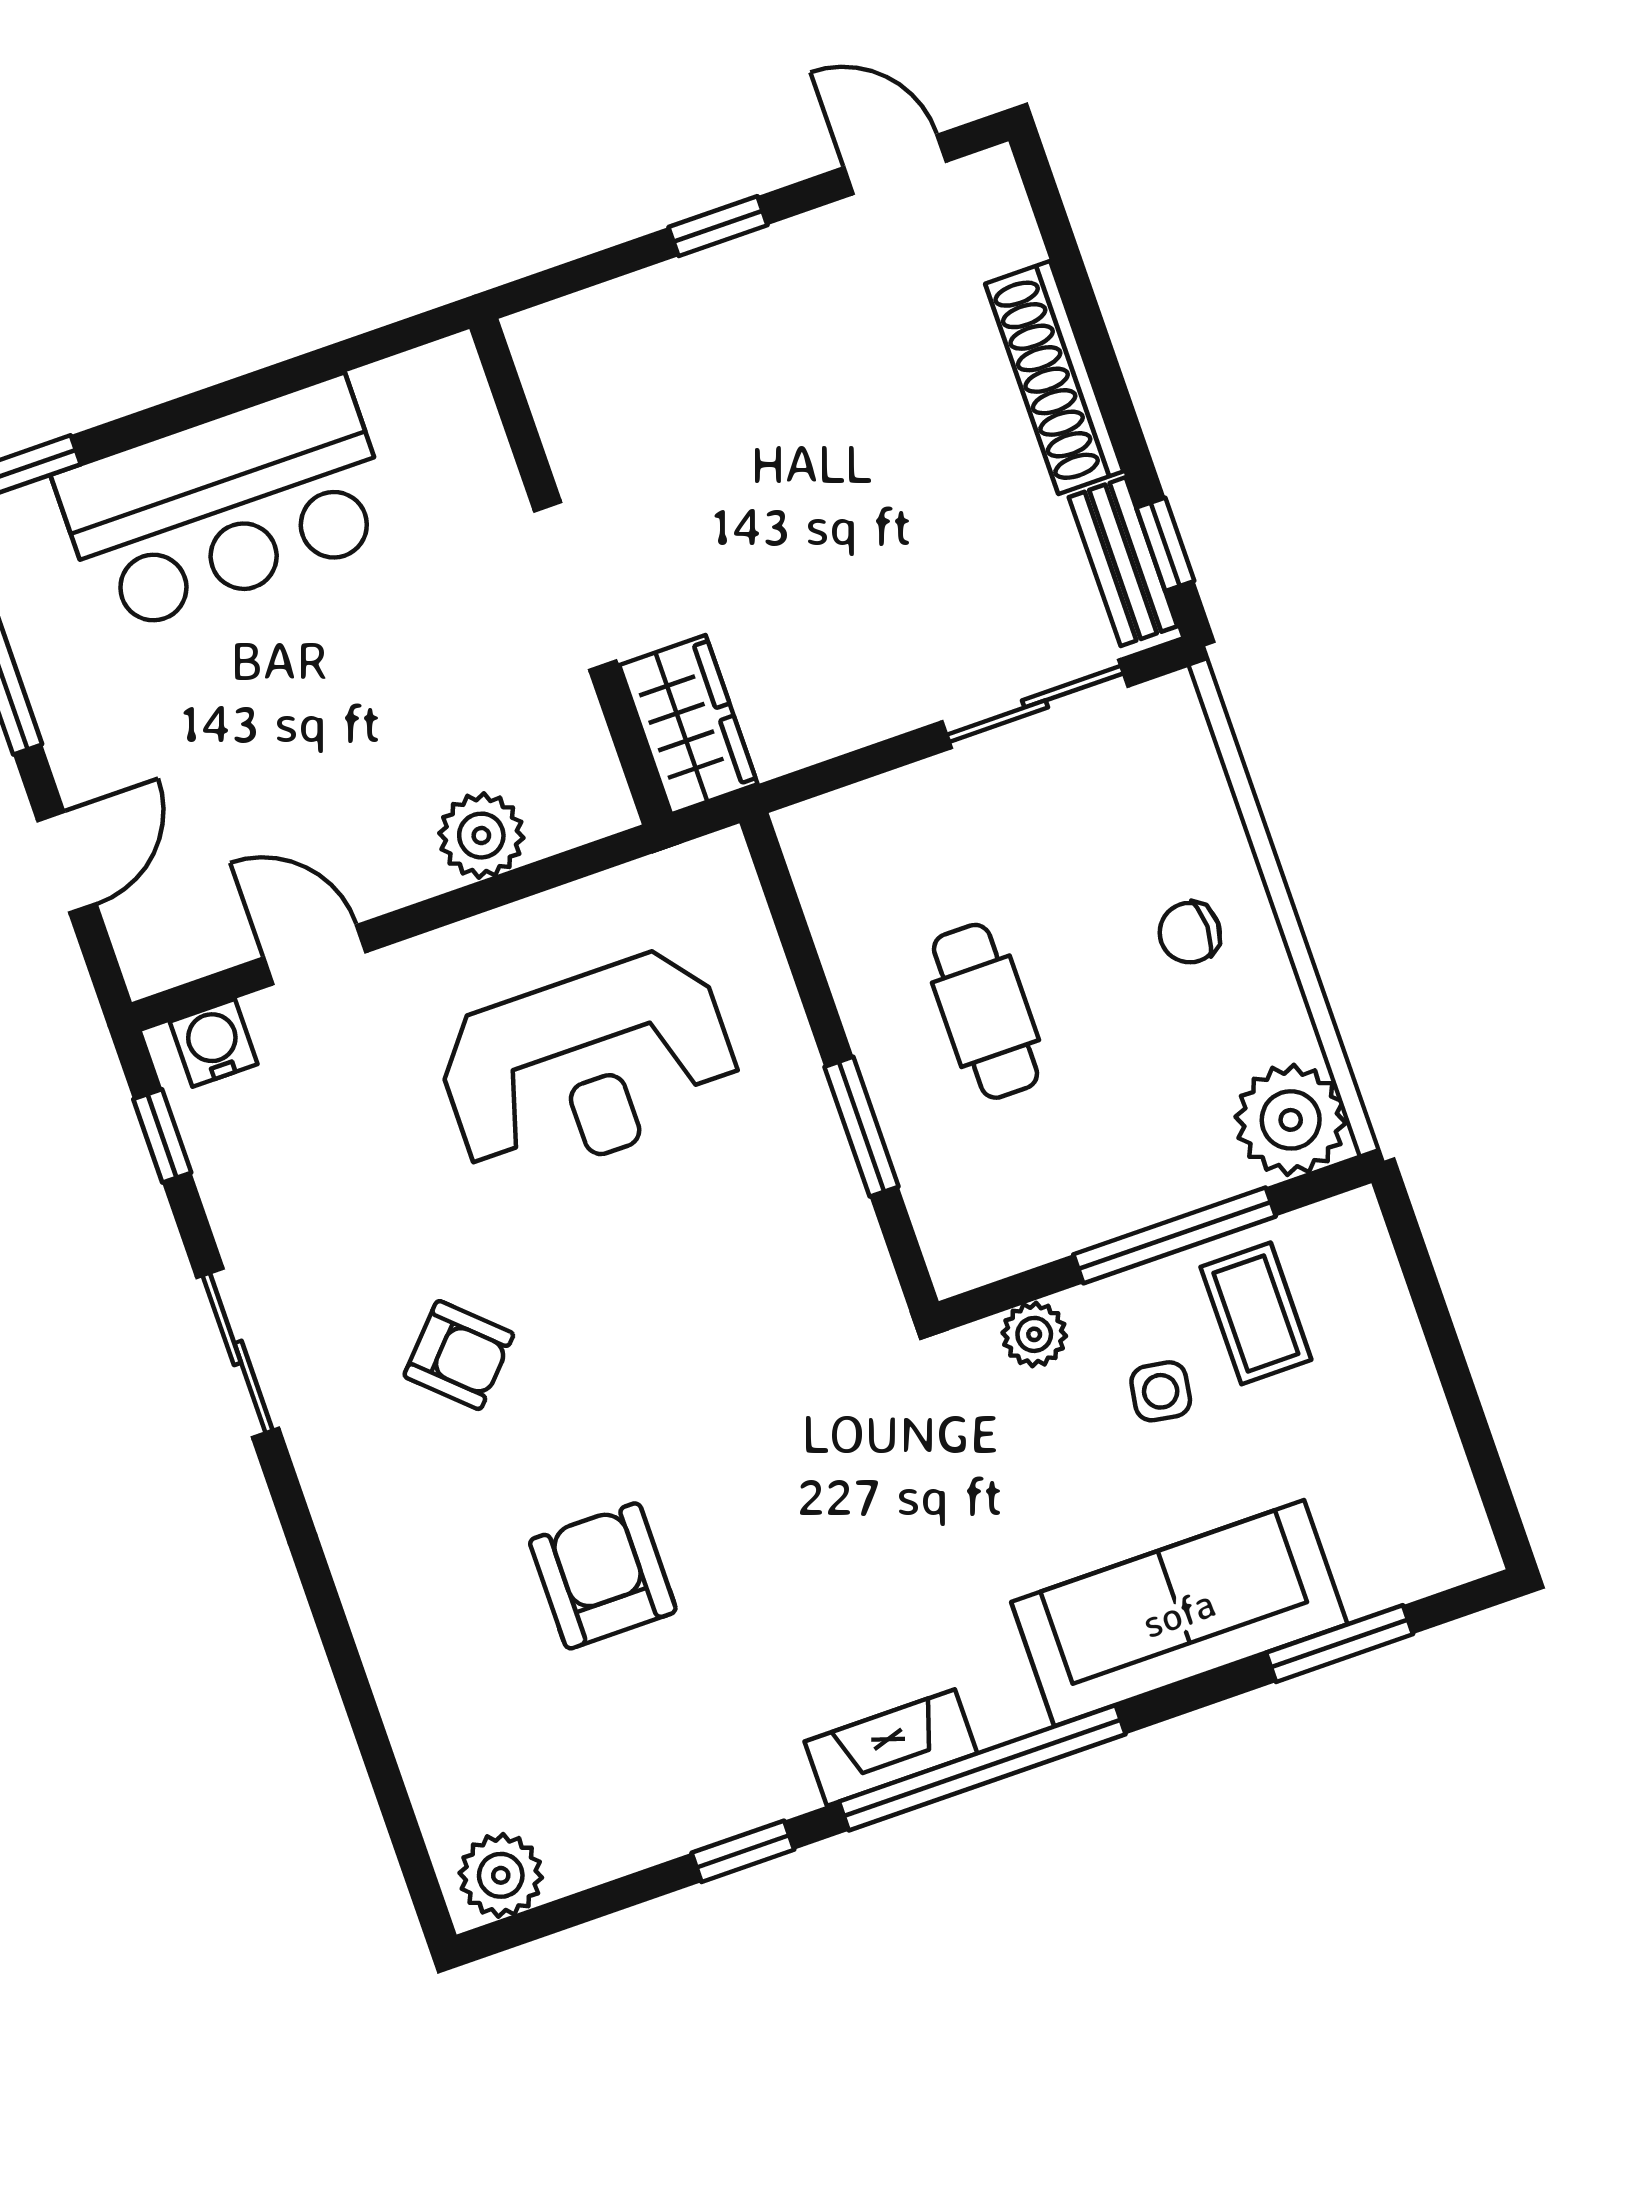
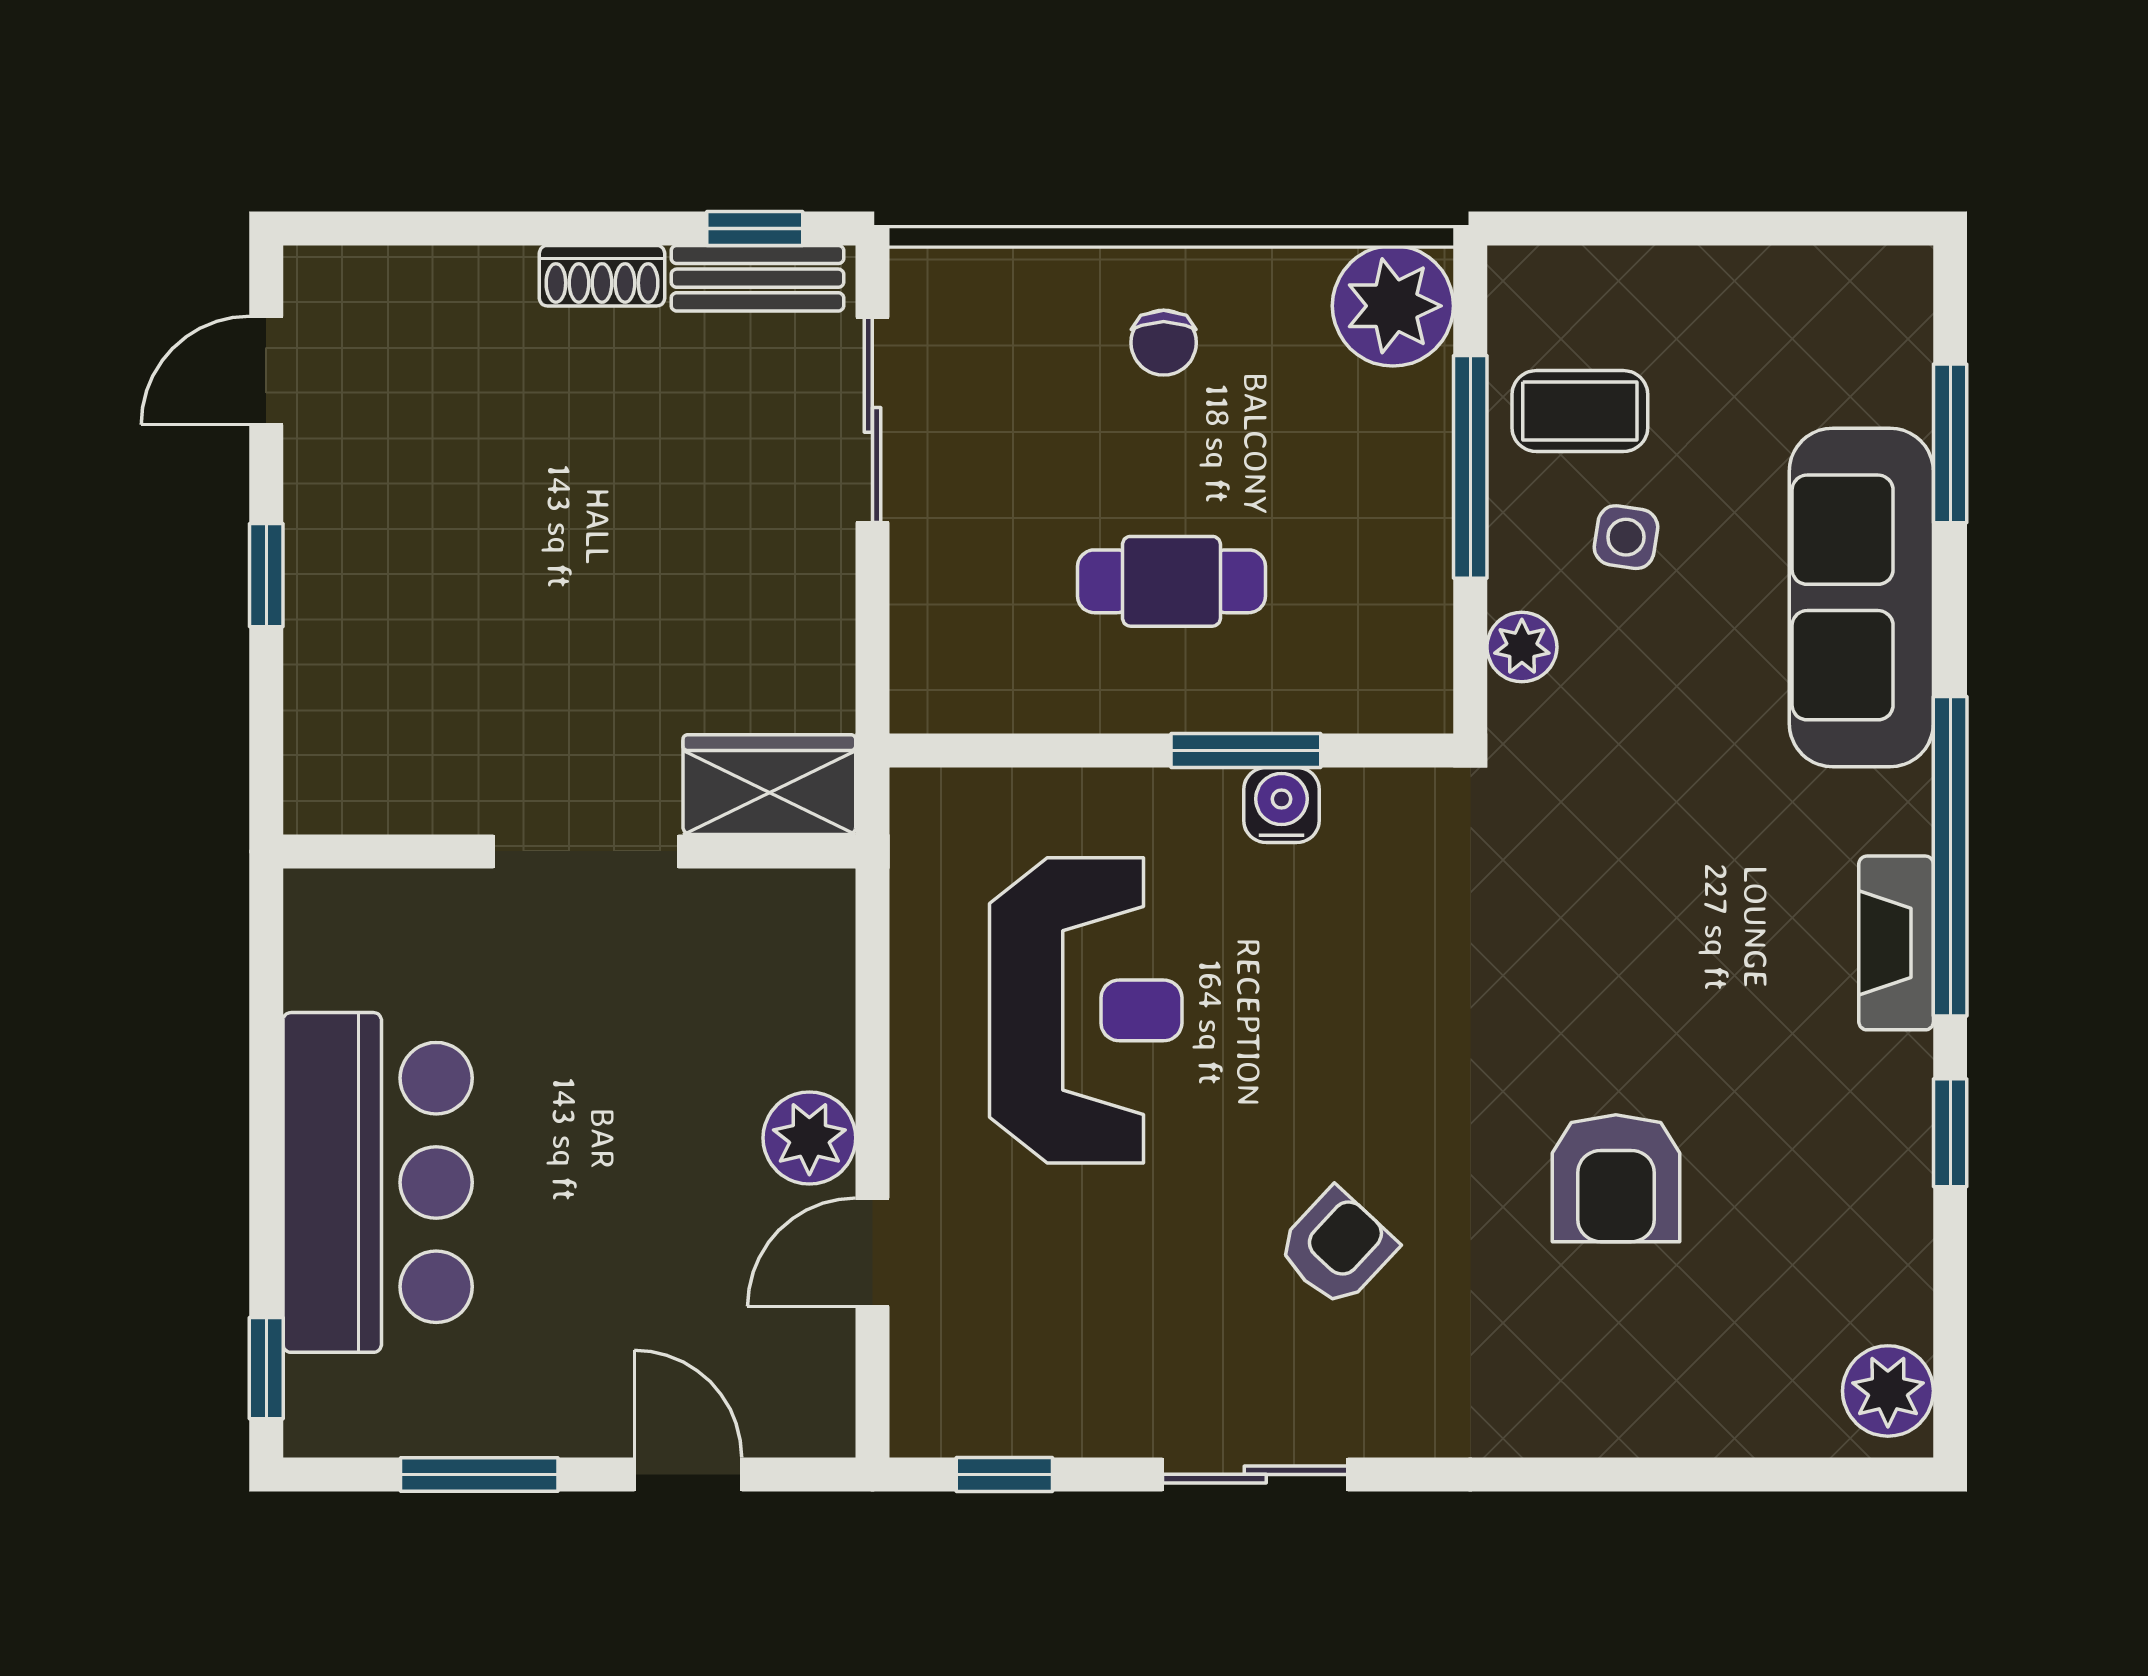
shoe rack: (1054, 377) -> (602, 276), width x0.51, depth x0.81
plant: (481, 836) -> (809, 1138), moved
water cooler: (214, 1043) -> (1281, 805), moved, turned 90
armchair: (603, 1576) -> (1616, 1178), turned -90

